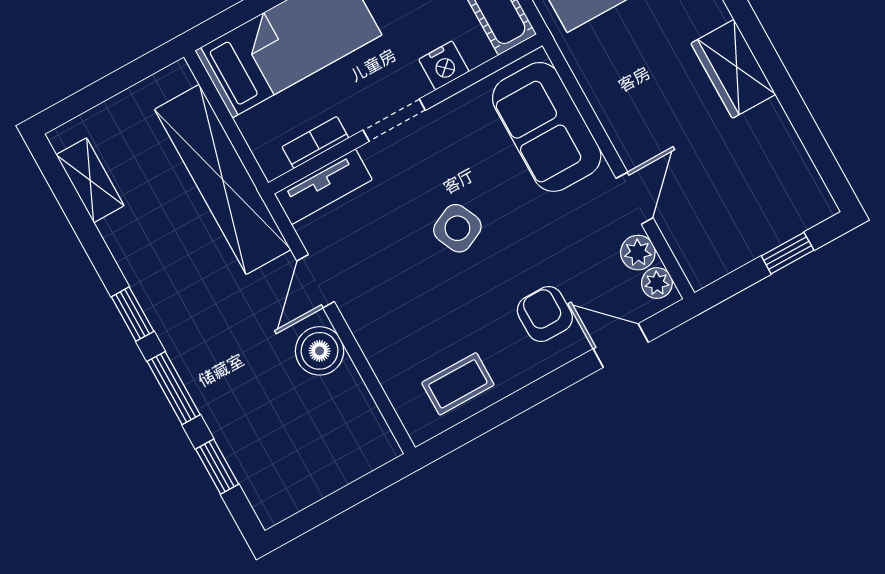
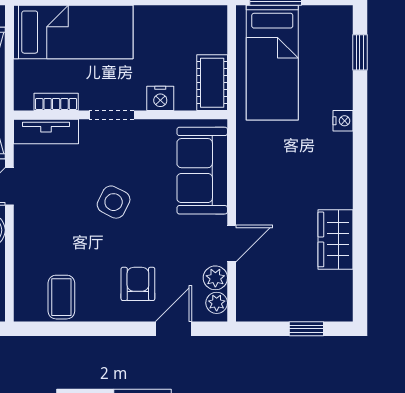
wardrobe: (733, 69) -> (335, 239), moved
side table: (457, 228) -> (114, 202), turned -38
door: (621, 346) -> (173, 329), hinge flipped
coffee table: (458, 384) -> (61, 297), turned 90

